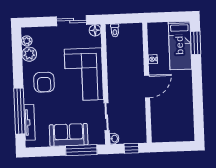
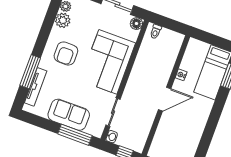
window: (19, 111) -> (30, 72), width x0.68

